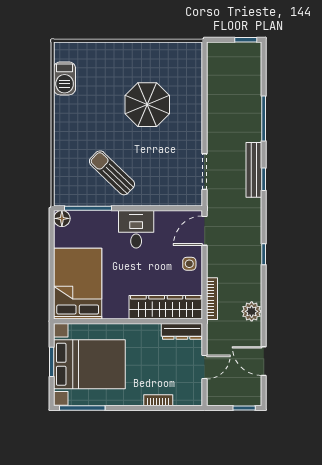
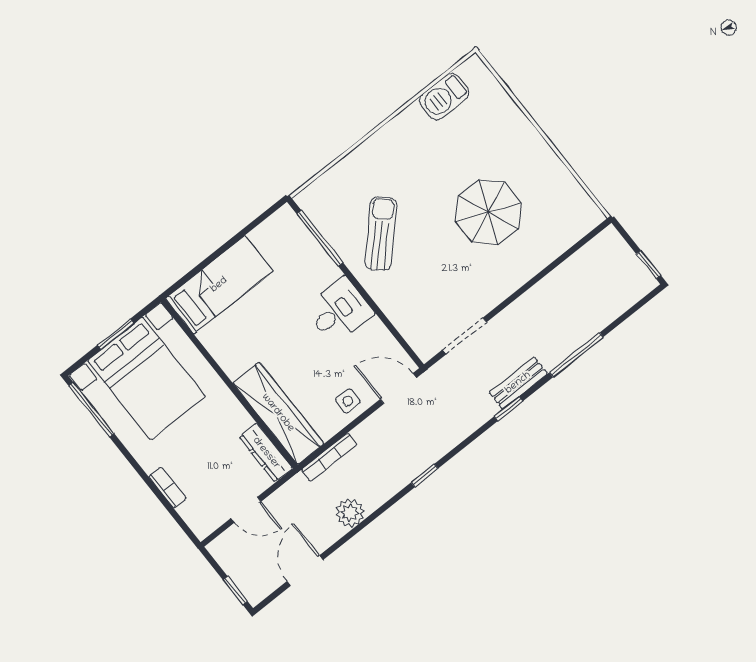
bench: (254, 170) -> (518, 383), width x0.73
floor lamp: (62, 218) -> (285, 218), removed
bed: (78, 284) -> (219, 285), width x0.67

